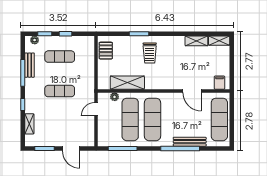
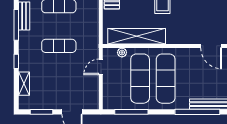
shelving: (127, 83) -> (137, 36), width x1.47

